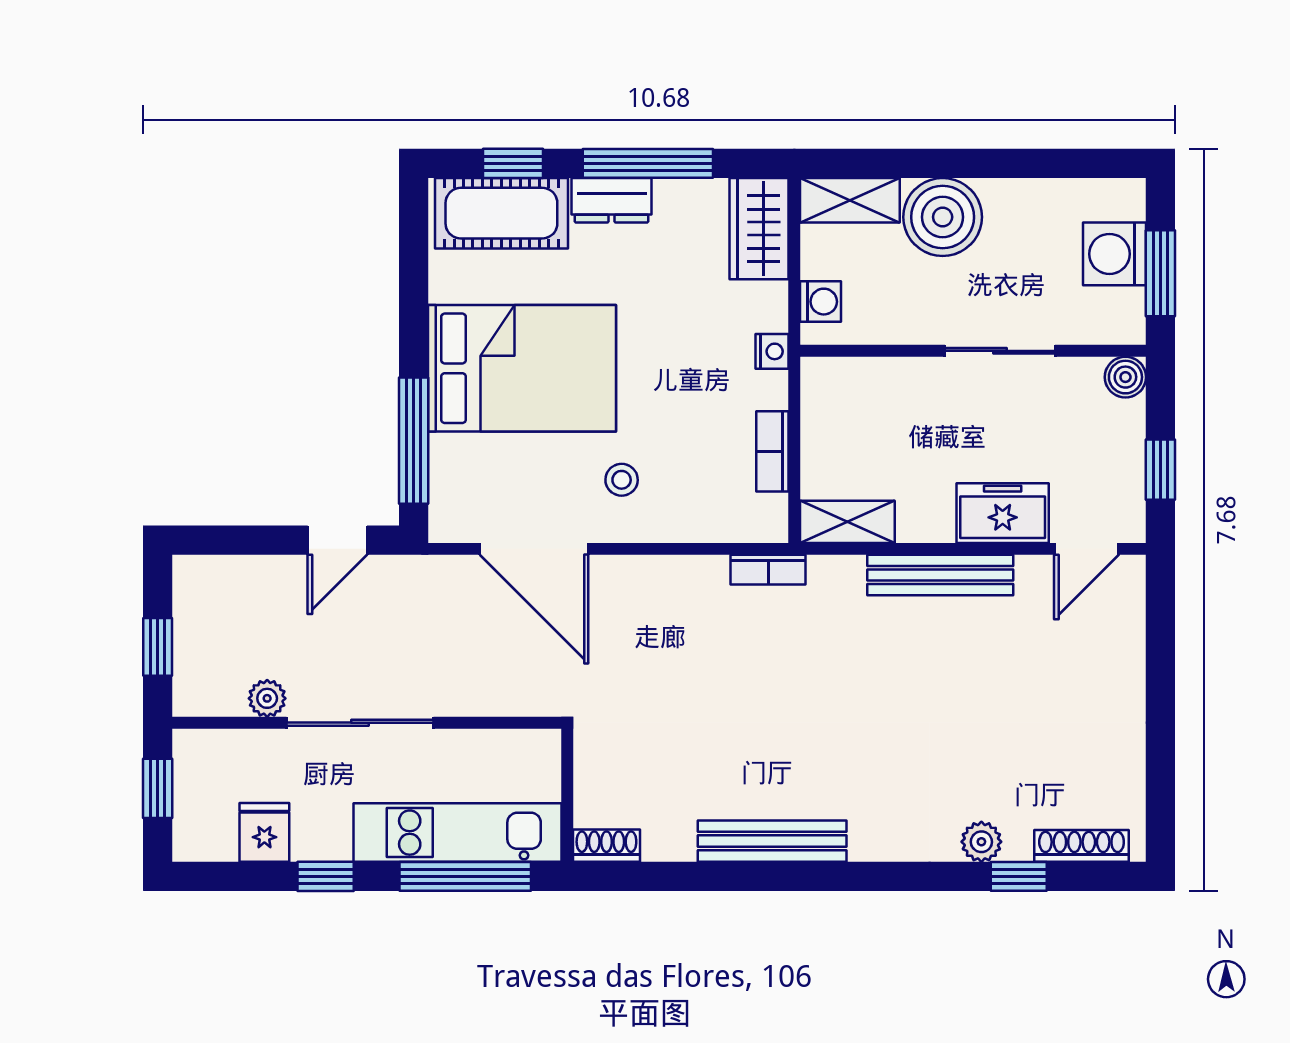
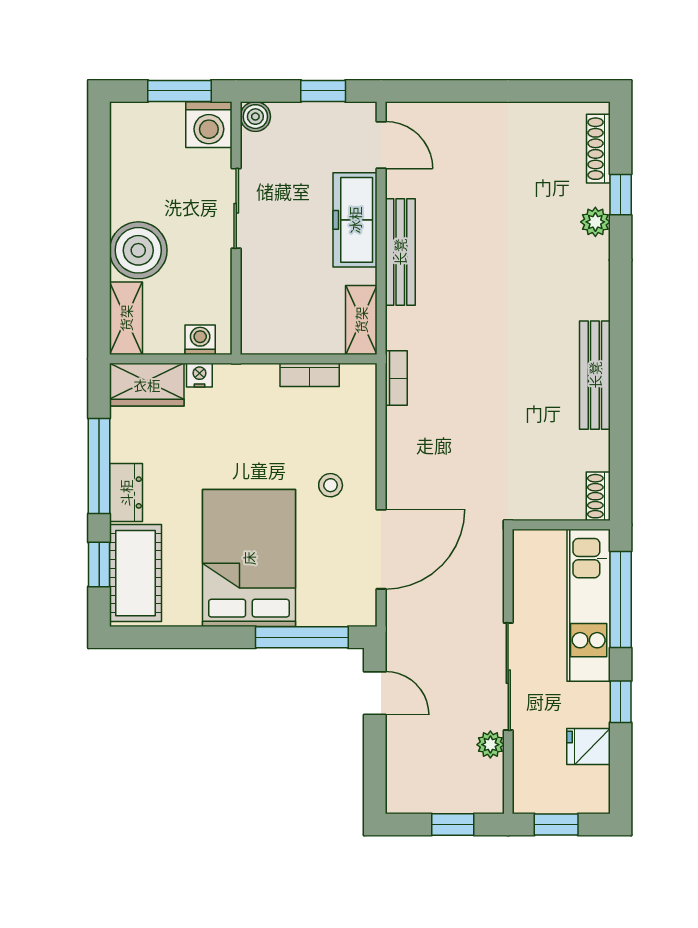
washing machine: (1114, 254) -> (209, 125), moved
nightstand: (772, 351) -> (199, 375), moved
freezer: (1003, 513) -> (355, 220), width x1.40

